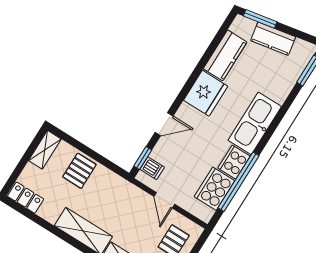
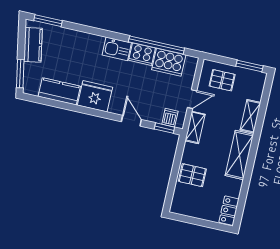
kitchen counter: (273, 39) -> (33, 45), moved
kitchen sink: (255, 123) -> (117, 49), width x0.53, depth x0.81
shelving: (45, 150) -> (195, 127), moved, turned 90

